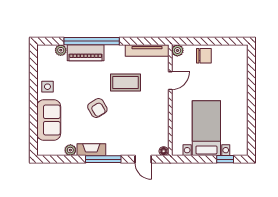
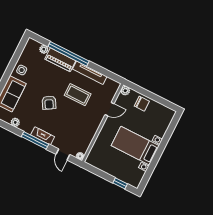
tv unit: (147, 51) -> (90, 73), moved
bed with nightstands: (206, 128) -> (135, 146), moved, turned -90
fireplace: (91, 150) -> (43, 136), moved

